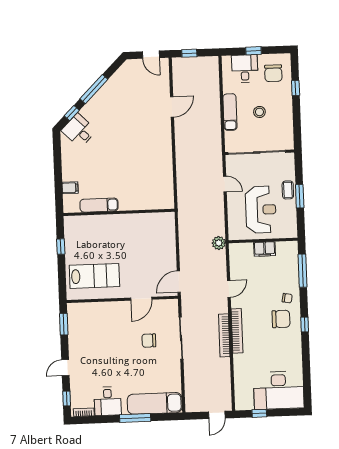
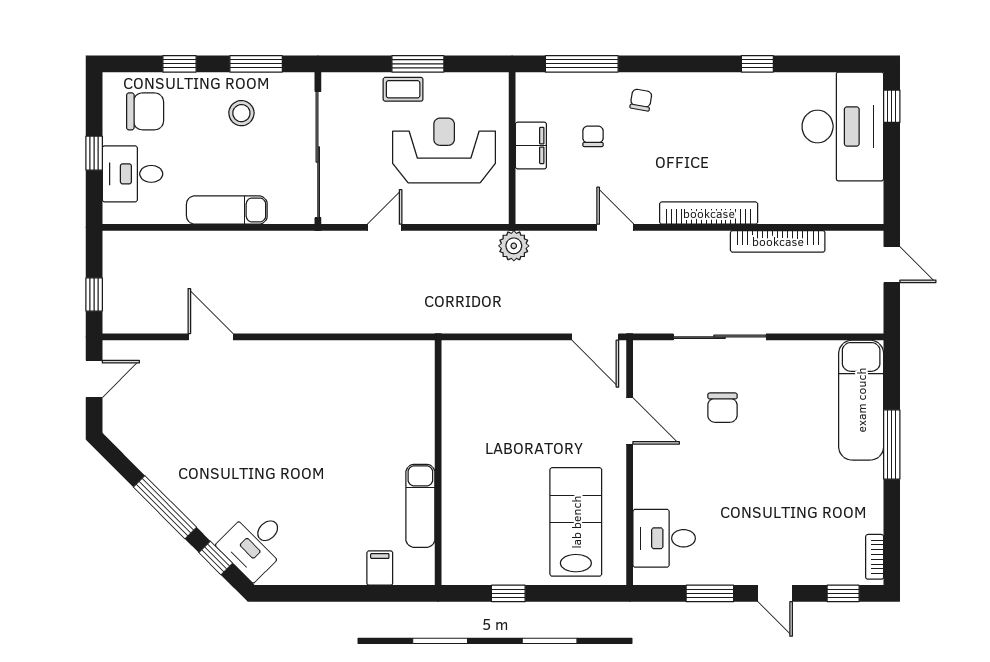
stool: (259, 112) -> (241, 113), moved
window: (297, 123) -> (256, 64), added
chair: (281, 319) -> (593, 136), moved, width x0.54, depth x0.54
window: (64, 324) -> (710, 593), moved
window: (305, 324) -> (757, 64), moved
bookcase: (224, 335) -> (778, 241), moved
desk: (108, 401) -> (664, 538), moved, turned 180
window: (259, 413) -> (892, 106), moved

